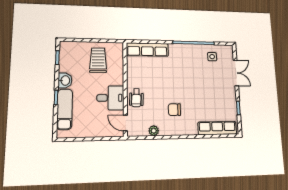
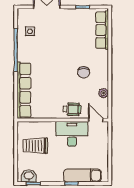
row of seats: (147, 50) -> (24, 90), width x1.36
washbasin: (65, 81) -> (29, 176), moved
desk: (110, 98) -> (72, 134), width x1.37
door: (125, 123) -> (96, 120), swing flipped

